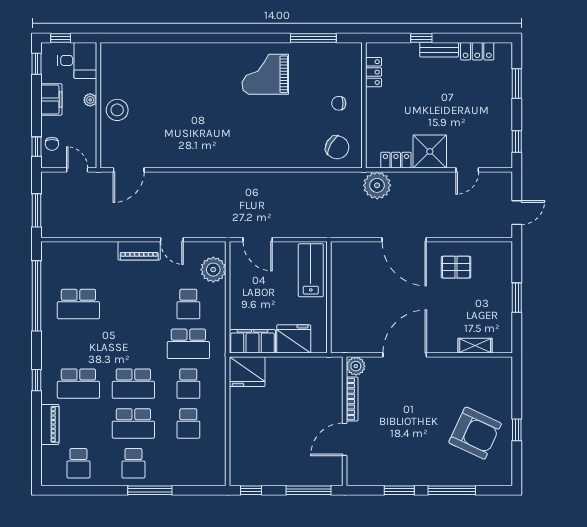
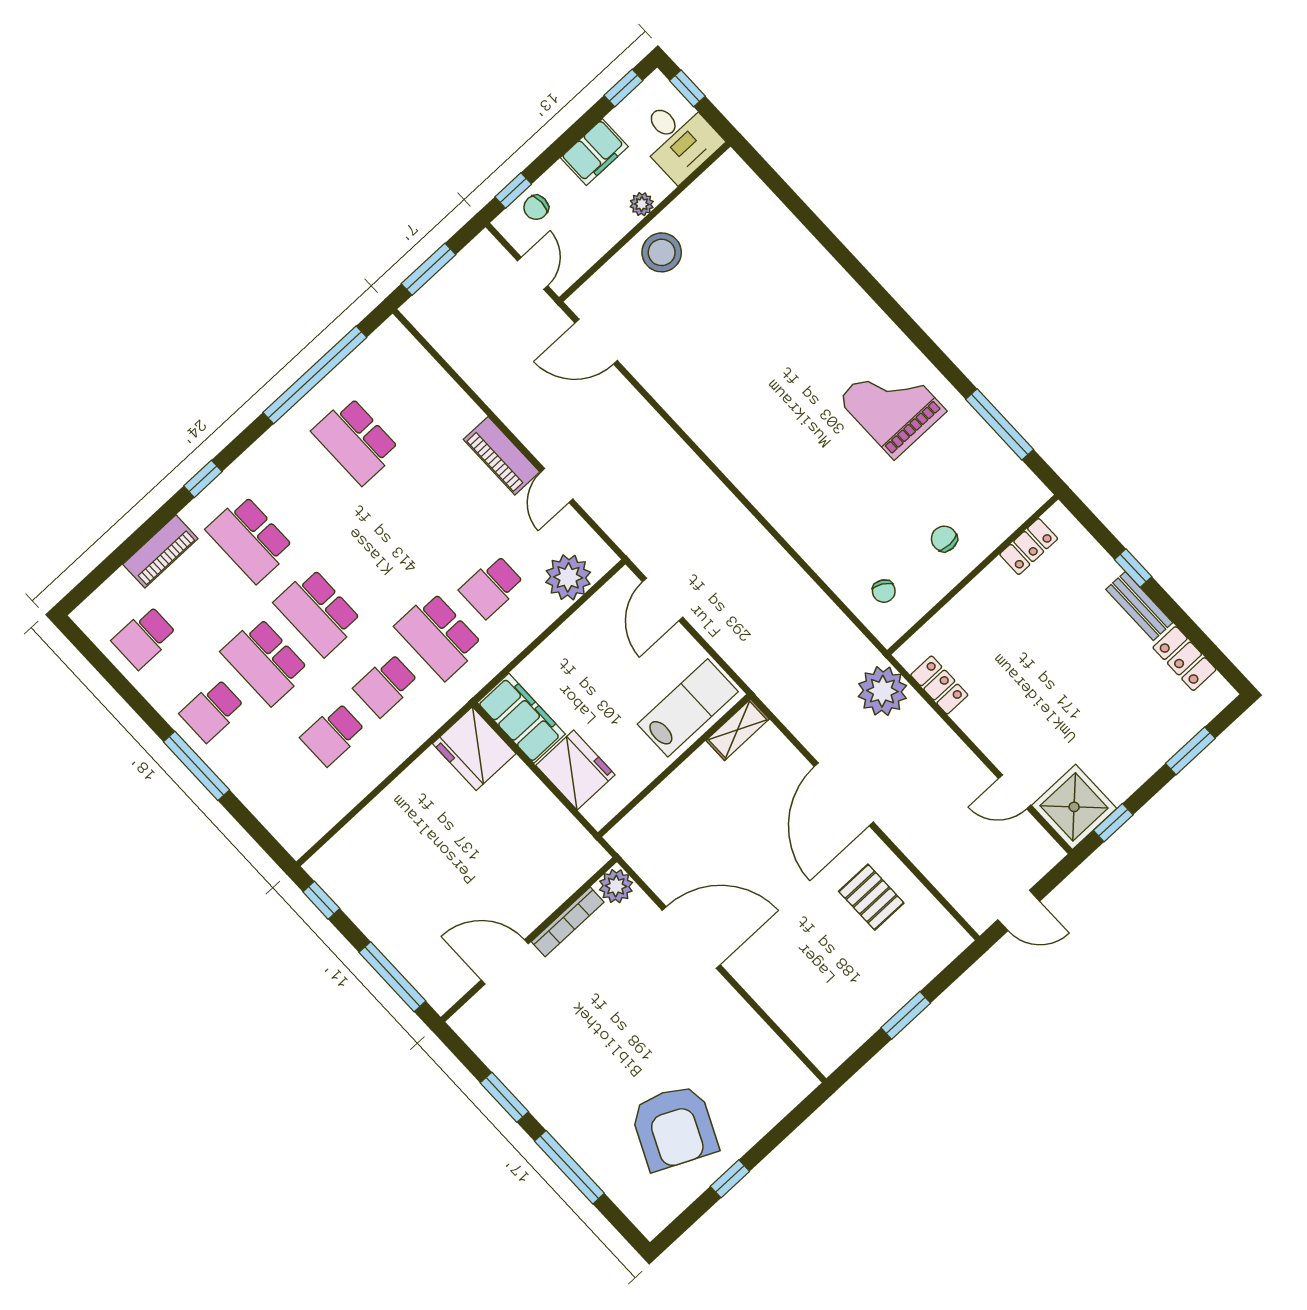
chair: (337, 147) -> (884, 591), width x0.54, depth x0.54
shower: (430, 151) -> (1074, 807), moved
shelving: (475, 346) -> (738, 730), moved, turned 90

